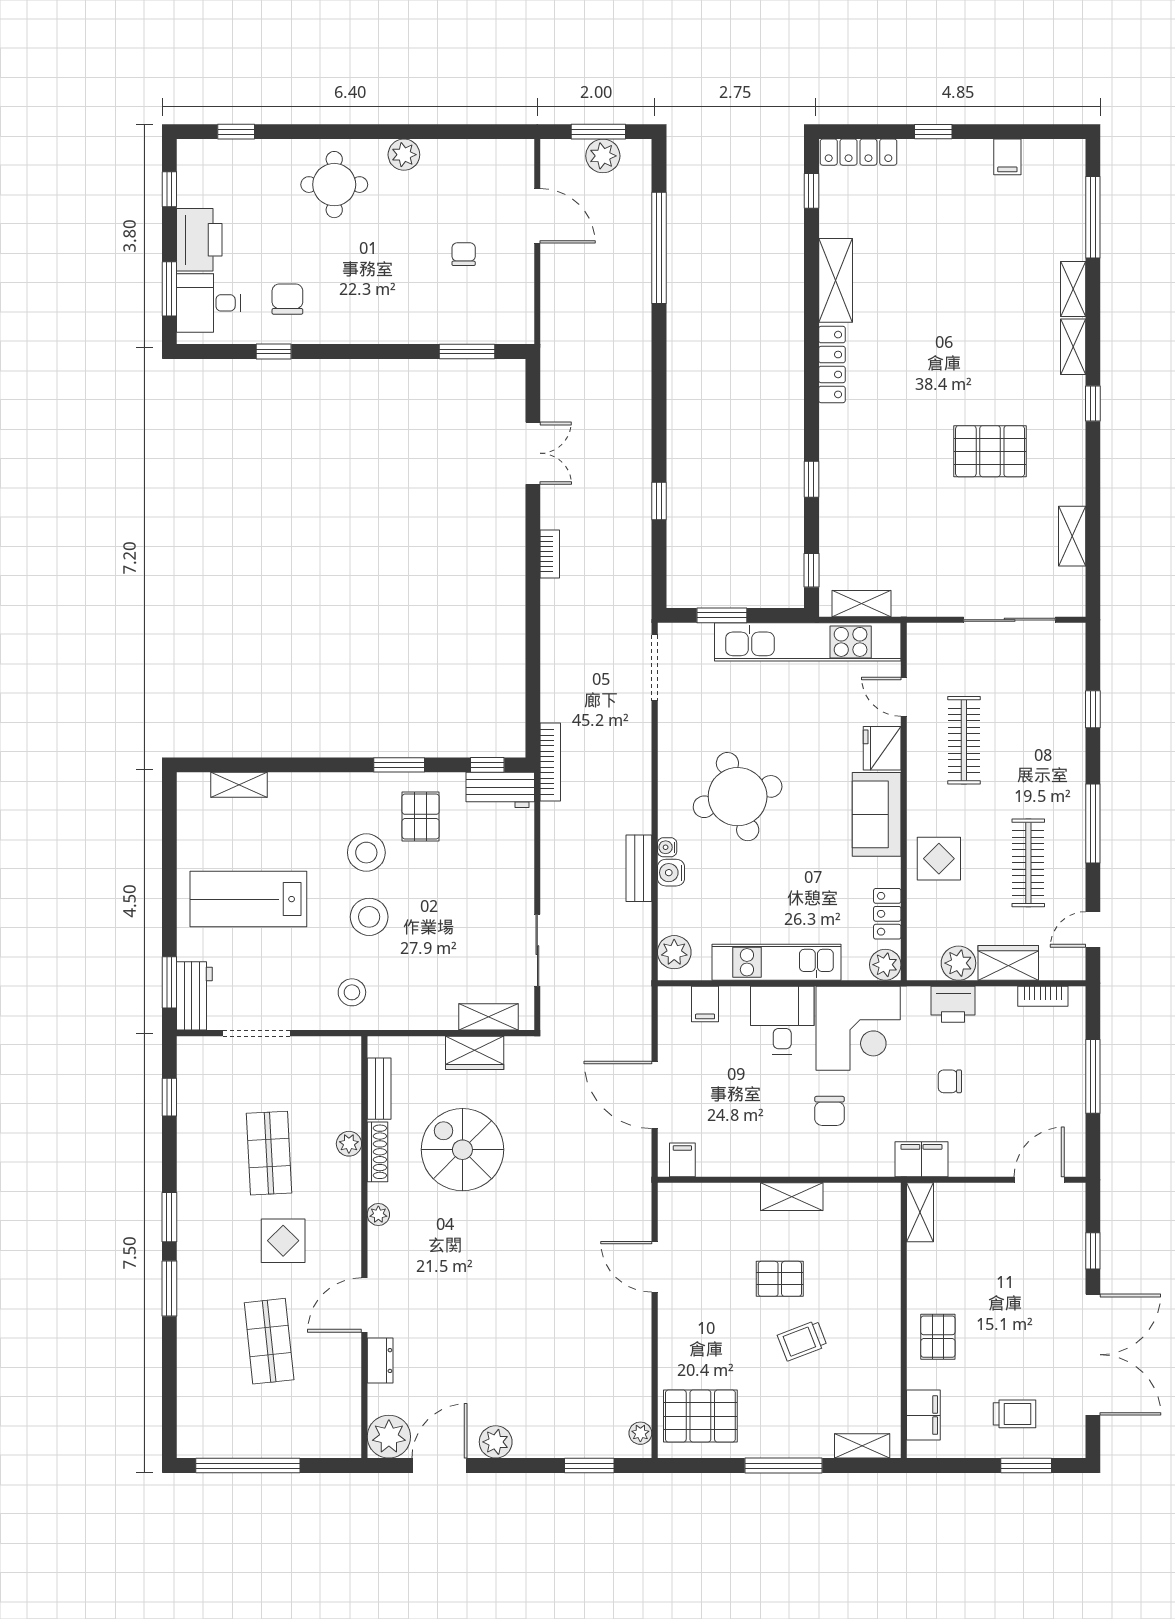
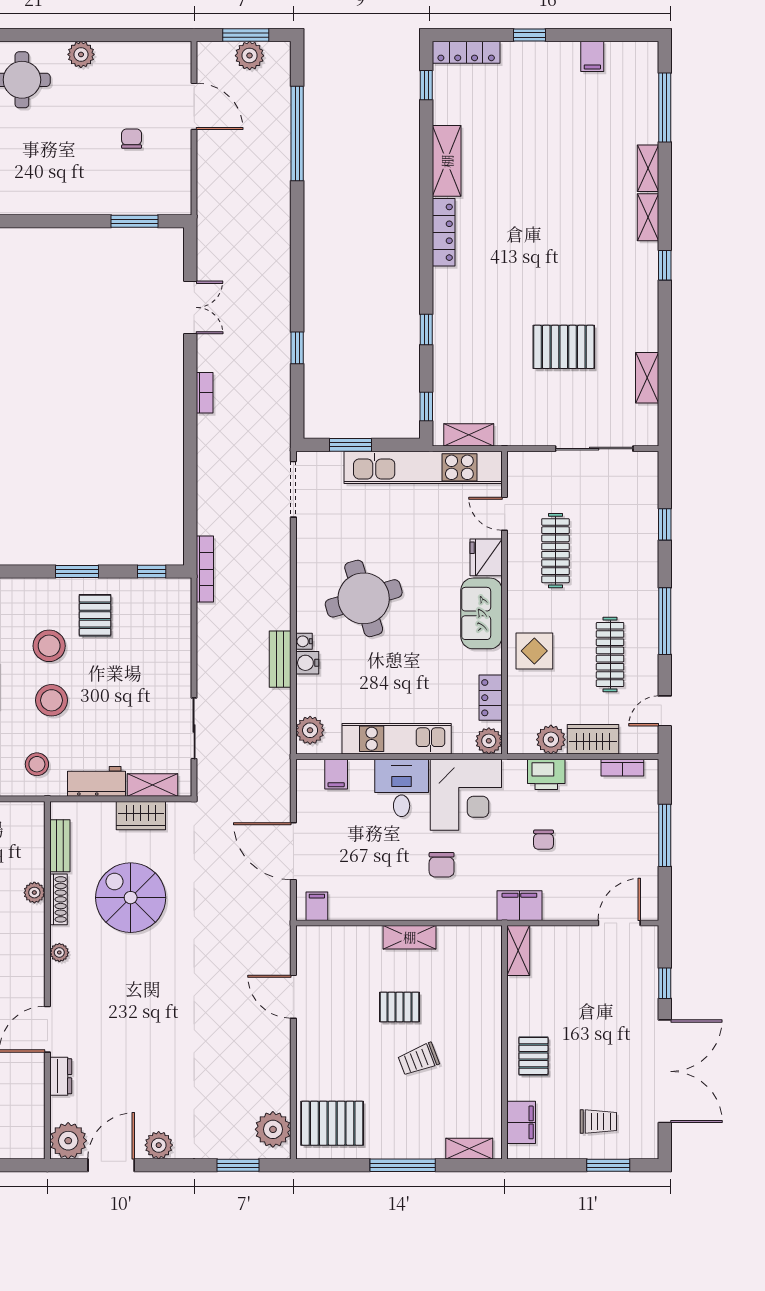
pallet: (990, 451) -> (564, 347), moved
workbench: (500, 790) -> (97, 781), moved, turned 180
chair: (950, 1081) -> (544, 840), turned -90
plant: (640, 1433) -> (273, 1129), width x1.87, depth x1.87

